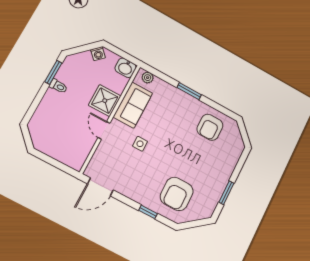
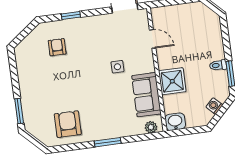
washing machine: (98, 54) -> (214, 106), moved
door: (104, 130) -> (153, 39), moved
window: (226, 193) -> (19, 111), moved
armchair: (177, 194) -> (57, 47), width x0.53, depth x0.53

